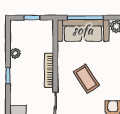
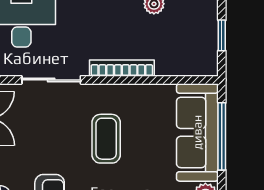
coffee table: (86, 79) -> (106, 139), turned -57

